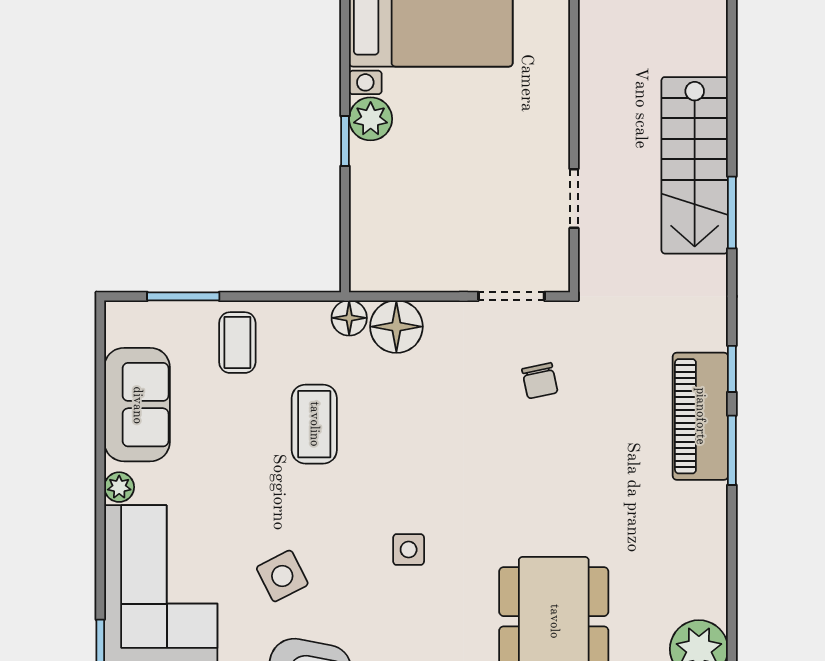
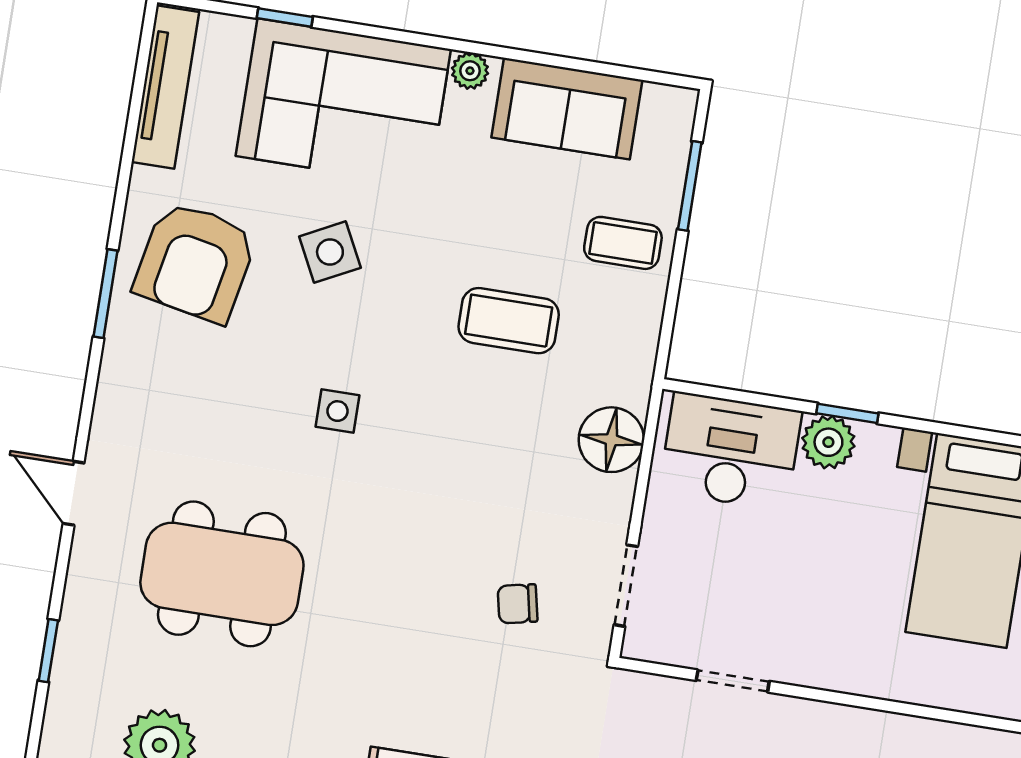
plant: (371, 119) -> (828, 442), moved
desk: (390, 230) -> (730, 451), added
floor lamp: (349, 318) -> (631, 384), removed

